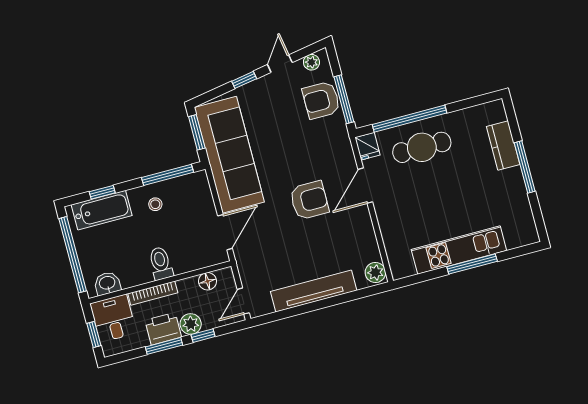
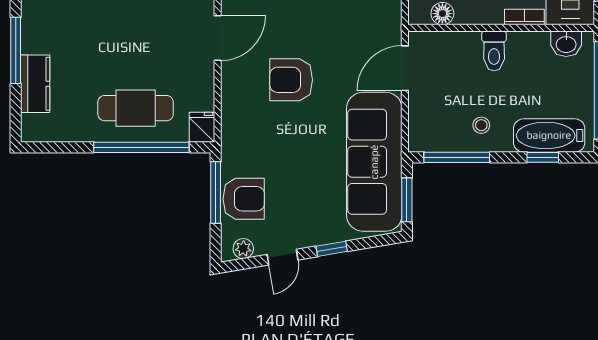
door: (365, 186) -> (218, 38), moved
bookcase: (153, 293) -> (524, 17), width x0.64

